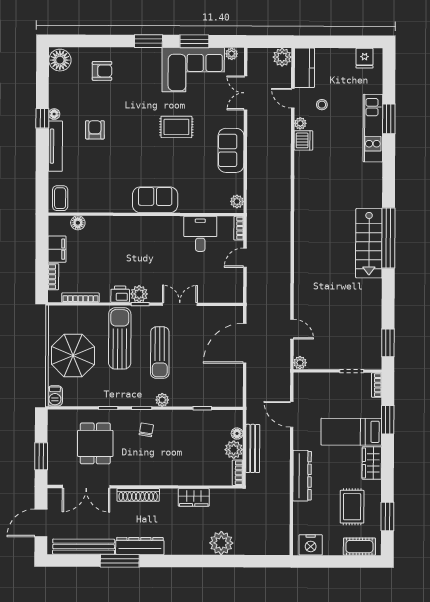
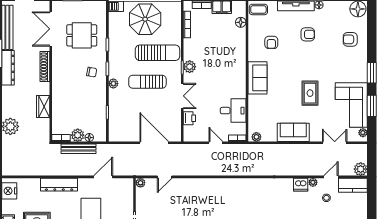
armchair: (102, 71) -> (350, 39), turned 90
armchair: (106, 180) -> (271, 42), added
printer: (120, 294) -> (189, 118), moved

